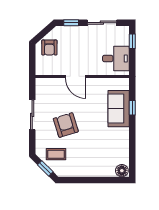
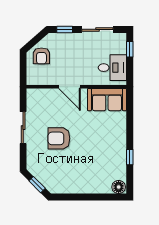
window: (132, 108) -> (130, 157), moved
sofa: (119, 109) -> (107, 100), moved, turned -90
armchair: (66, 125) -> (59, 138), turned -73
coffee table: (56, 154) -> (49, 169), removed

